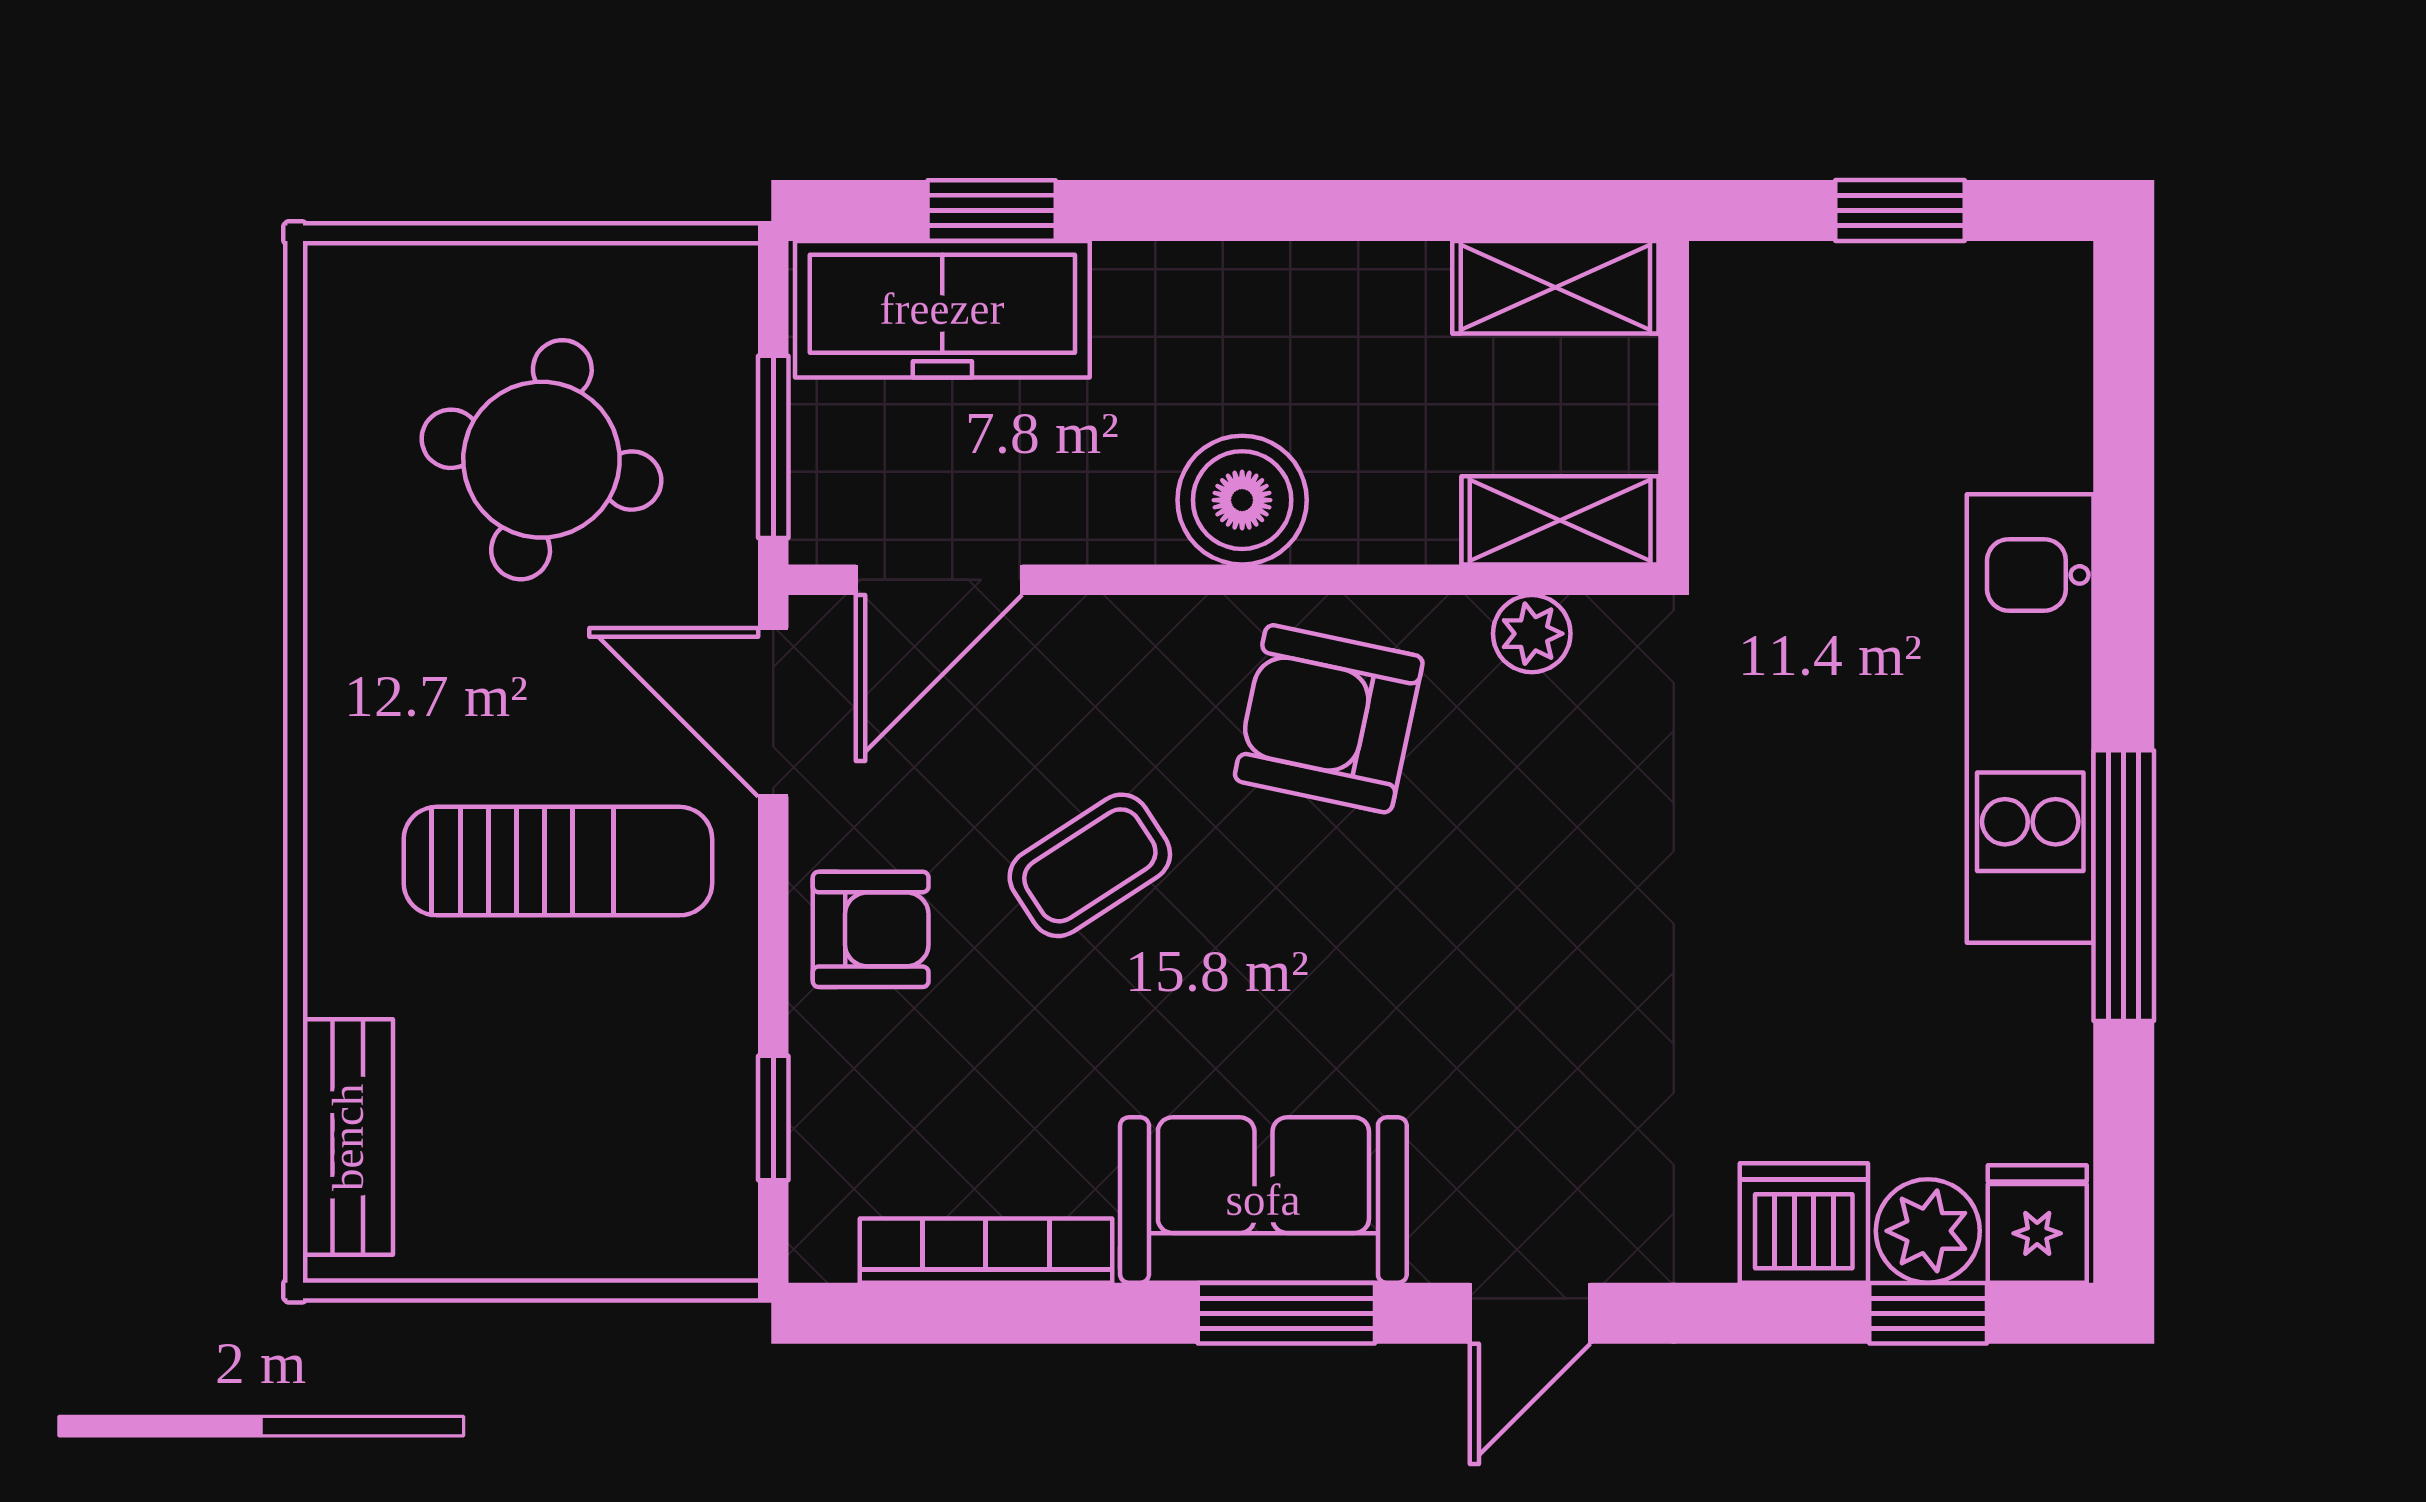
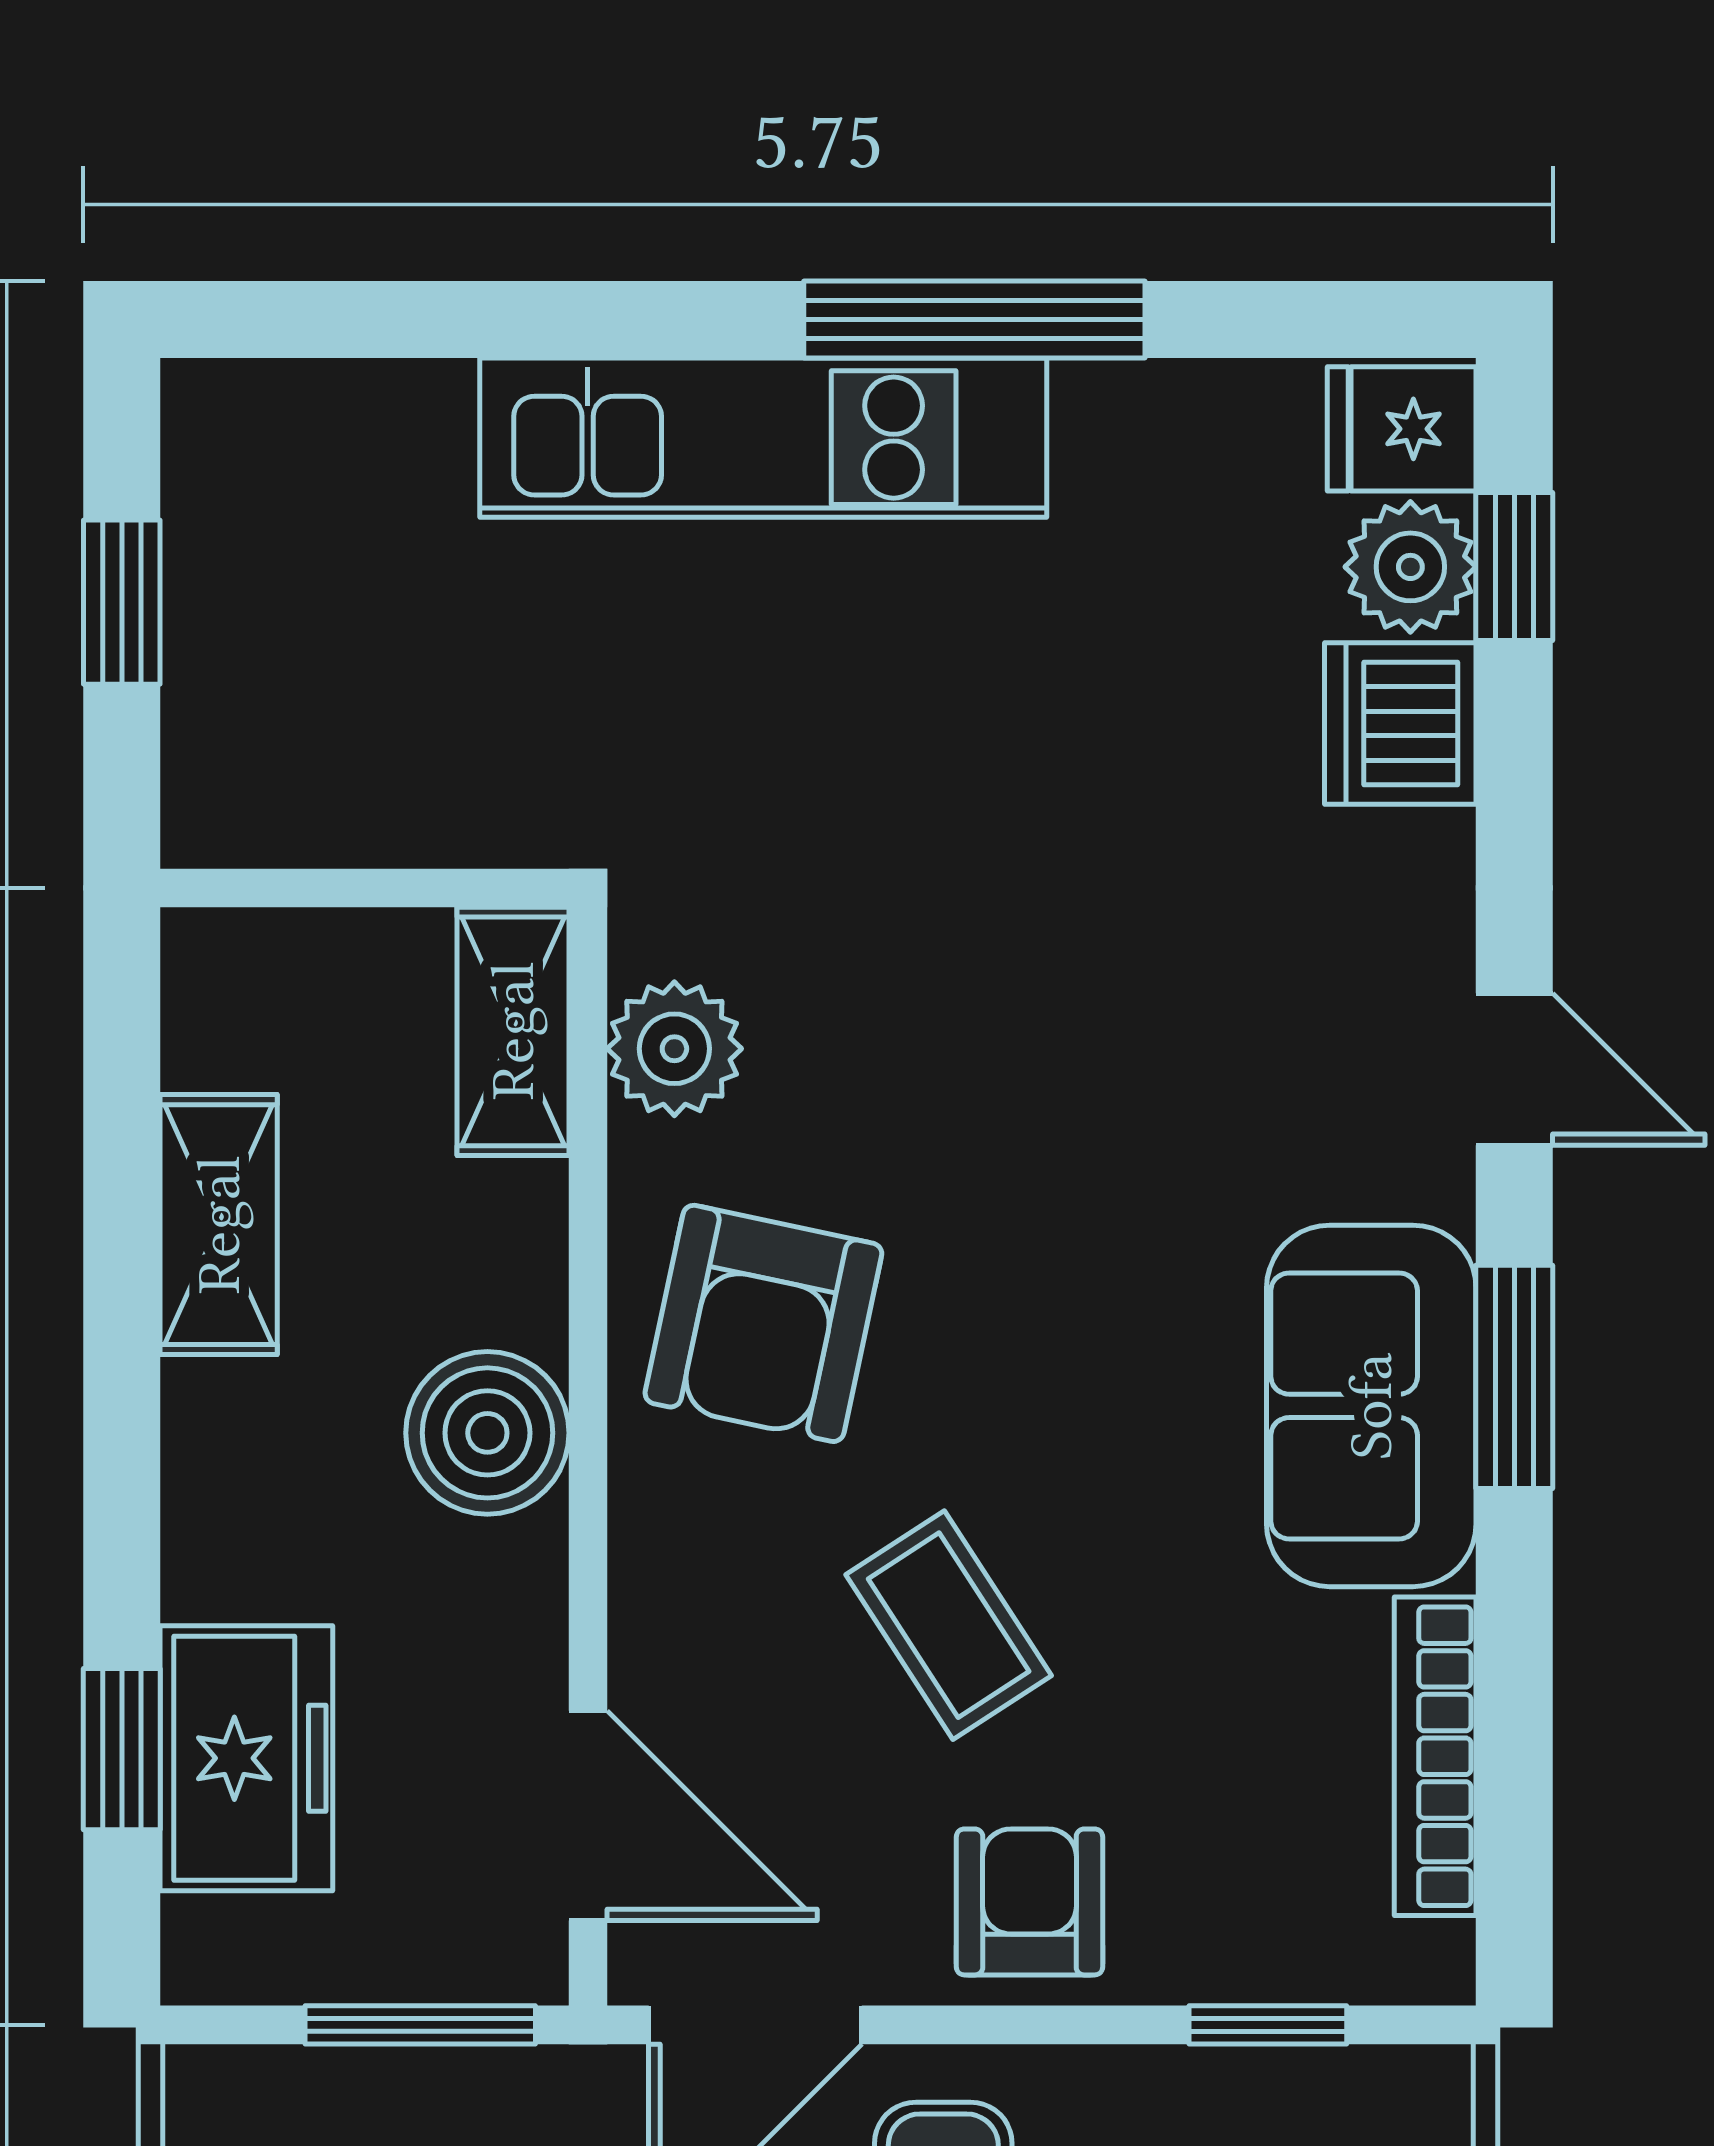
shelving: (1555, 287) -> (219, 1225), moved
freezer: (942, 309) -> (246, 1758), width x0.71
plant: (1532, 634) -> (674, 1049), width x1.38, depth x1.38

